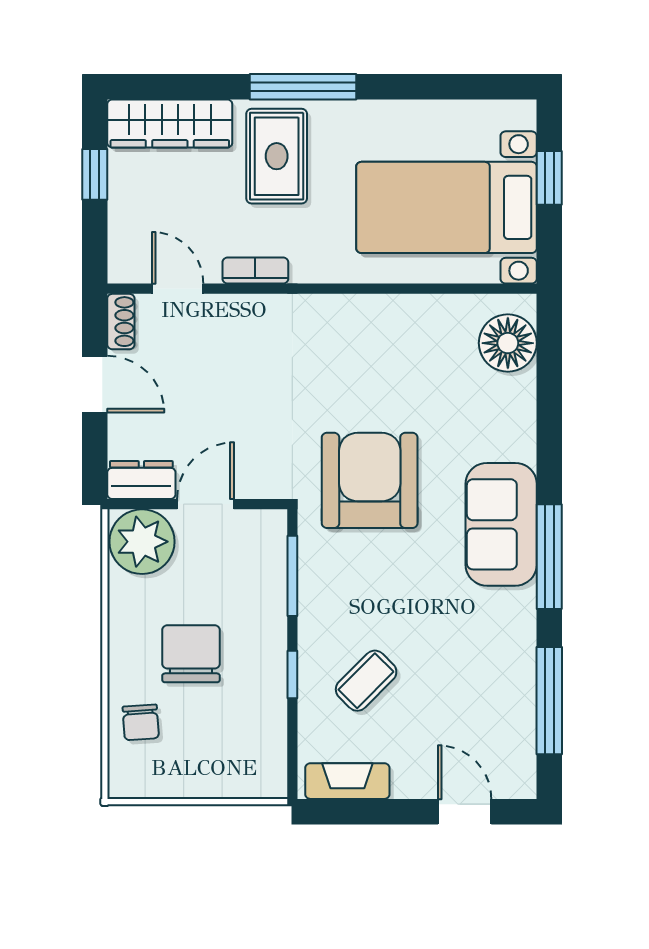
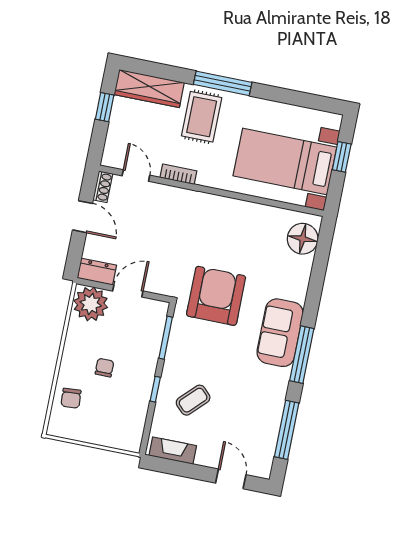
chair: (191, 654) -> (104, 368), width x0.54, depth x0.54

